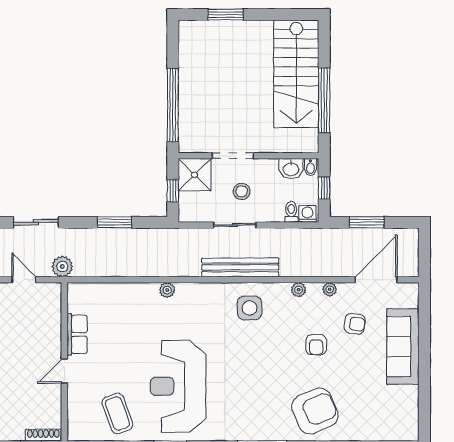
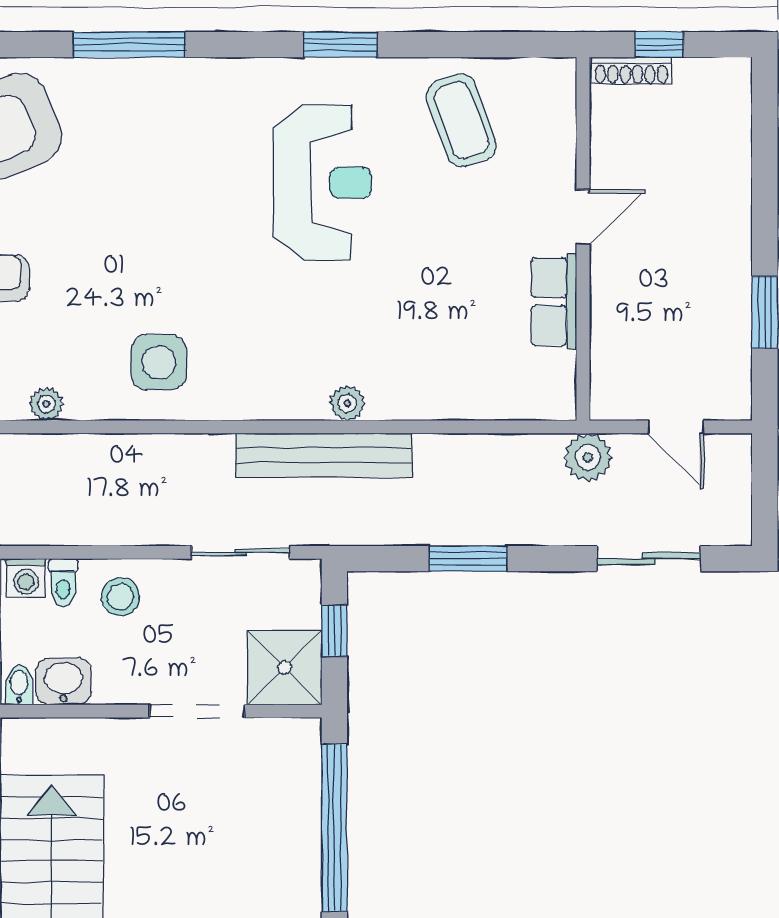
stool: (242, 191) -> (120, 597), moved
sliding door: (235, 225) -> (240, 552), moved
bench: (240, 267) -> (324, 455), moved
reception desk: (178, 386) -> (322, 183), width x0.74, depth x0.77

